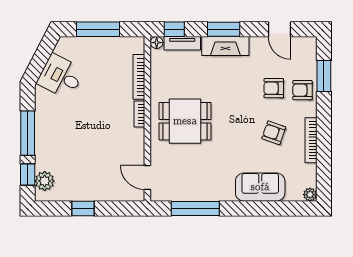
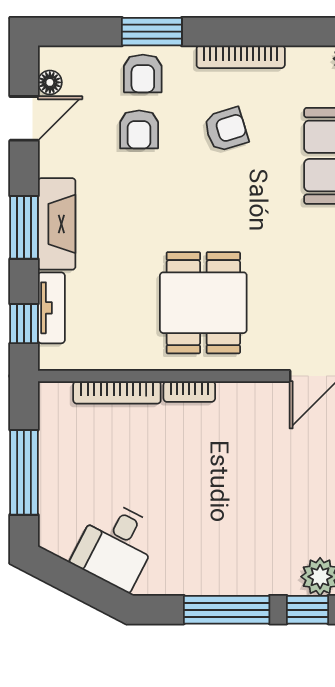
floor lamp: (157, 43) -> (50, 82), moved
window: (324, 76) -> (152, 32), moved
armchair: (274, 133) -> (226, 129), turned -126

